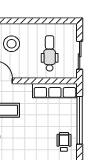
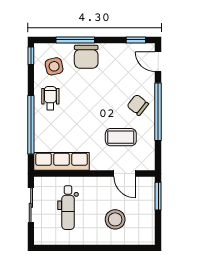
wheelchair: (64, 142) -> (50, 98), turned 180

